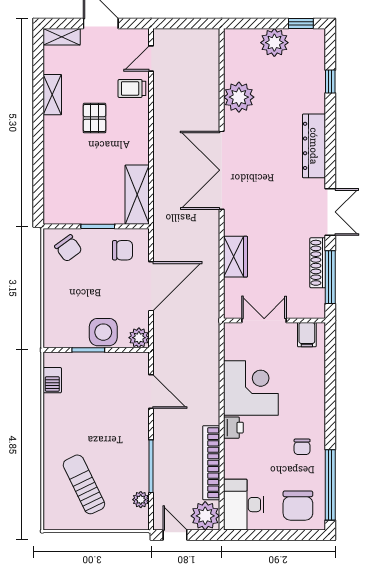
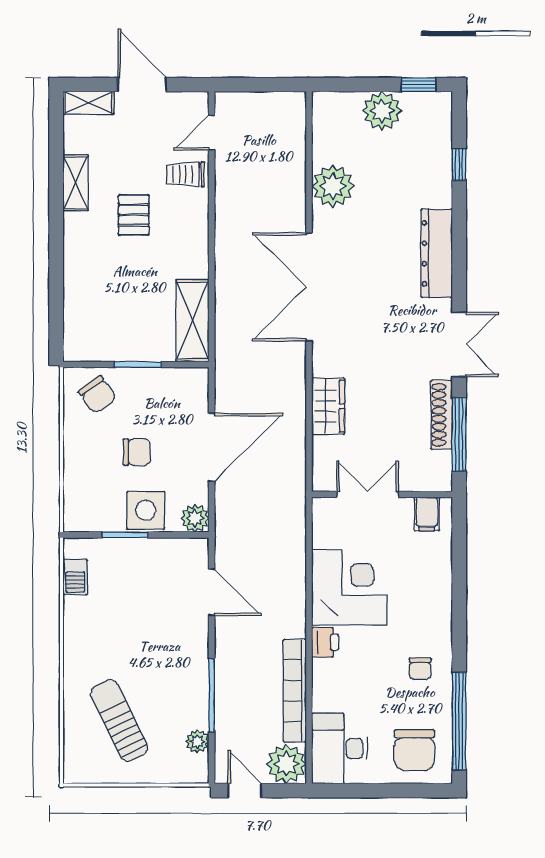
chair: (123, 250) -> (137, 452), moved

